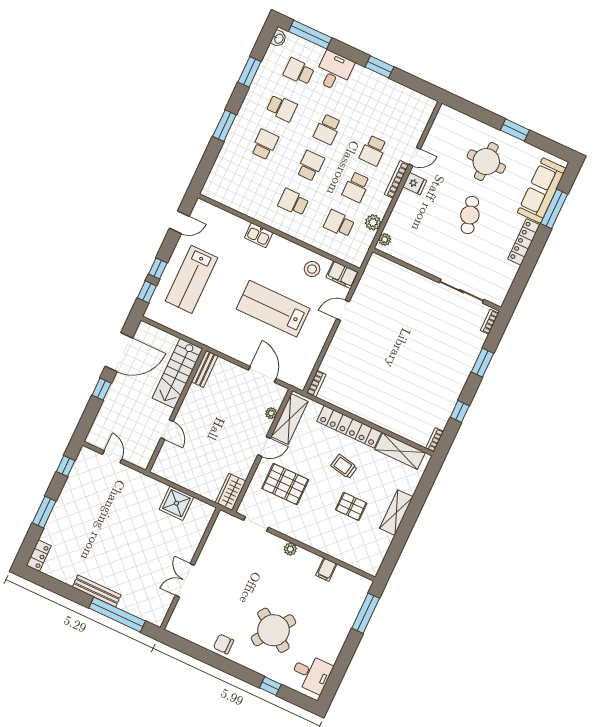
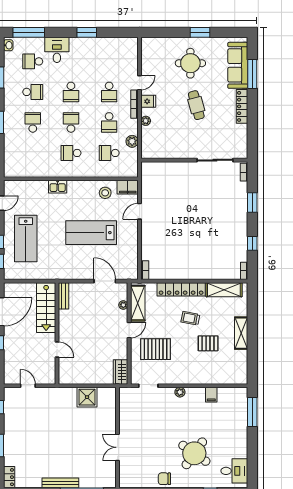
plant: (385, 239) -> (146, 121), moved

